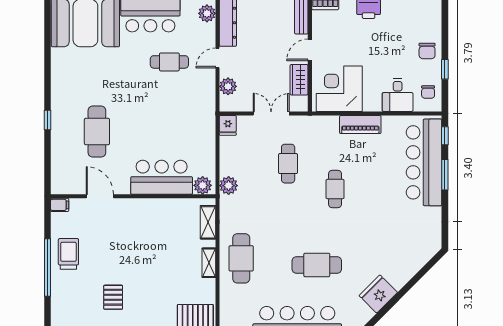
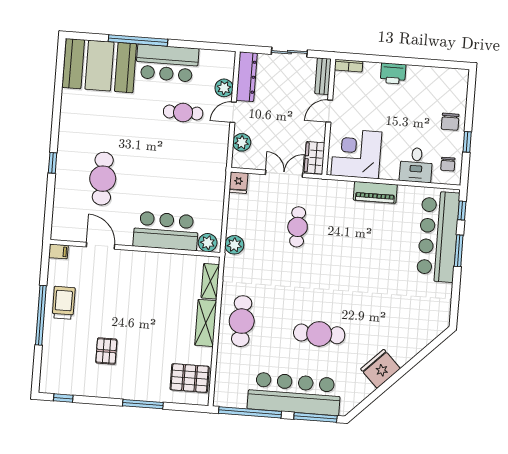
plant: (207, 13) -> (224, 88), moved
wardrobe: (299, 80) -> (314, 158), moved
cafe table: (335, 189) -> (344, 257), removed
shelving: (209, 263) -> (206, 323), width x1.50, depth x1.33

